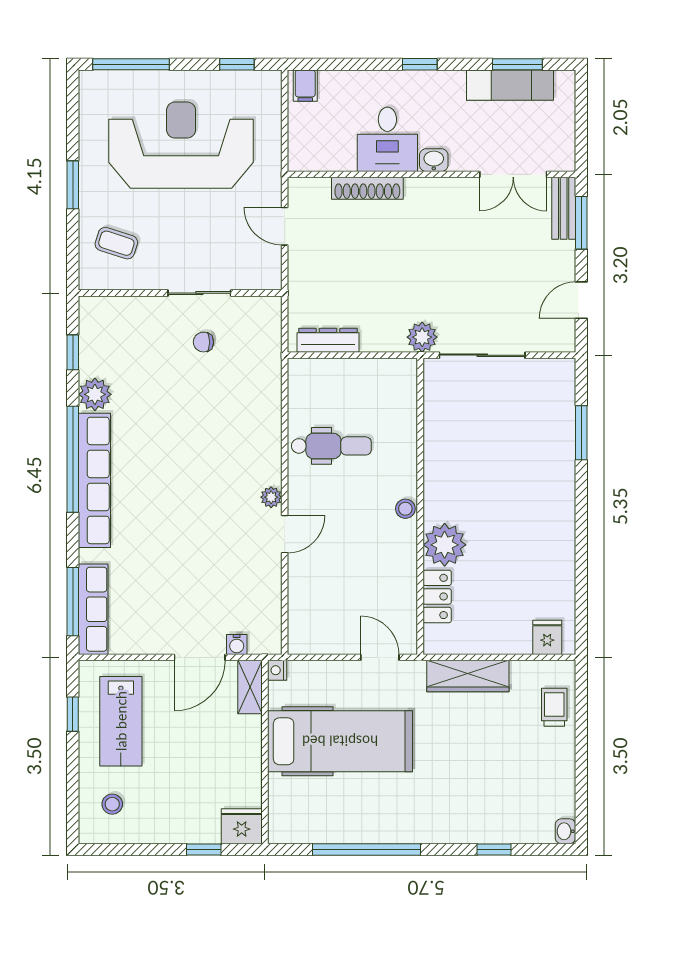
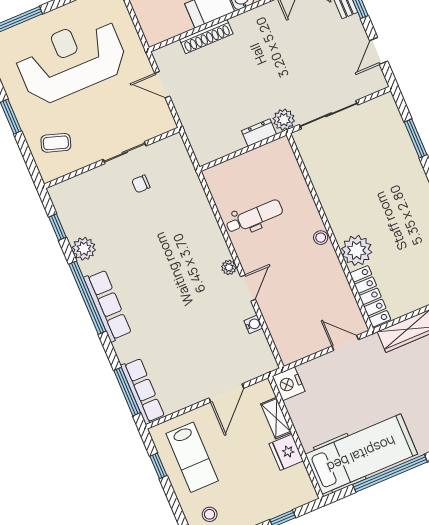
dresser: (328, 340) -> (259, 133), moved, width x0.70
row of seats: (94, 480) -> (108, 306), width x0.73
locker: (437, 596) -> (370, 296), width x1.53
water cooler: (237, 644) -> (253, 324), moved, turned -90
nightstand: (277, 670) -> (289, 384), width x1.89, depth x1.79
shelving: (250, 687) -> (276, 418), moved
hospital bed: (340, 741) -> (361, 454), moved
fridge: (242, 826) -> (286, 452), moved, turned -90

